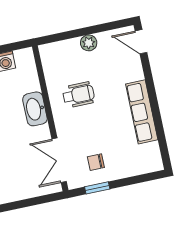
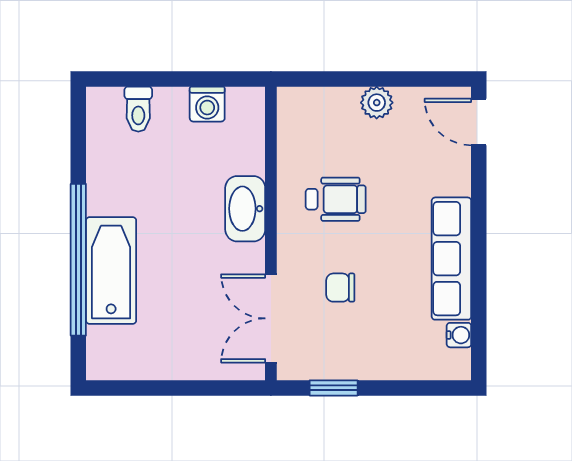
water cooler: (153, 149) -> (459, 335), added
chair: (96, 162) -> (340, 288), moved

